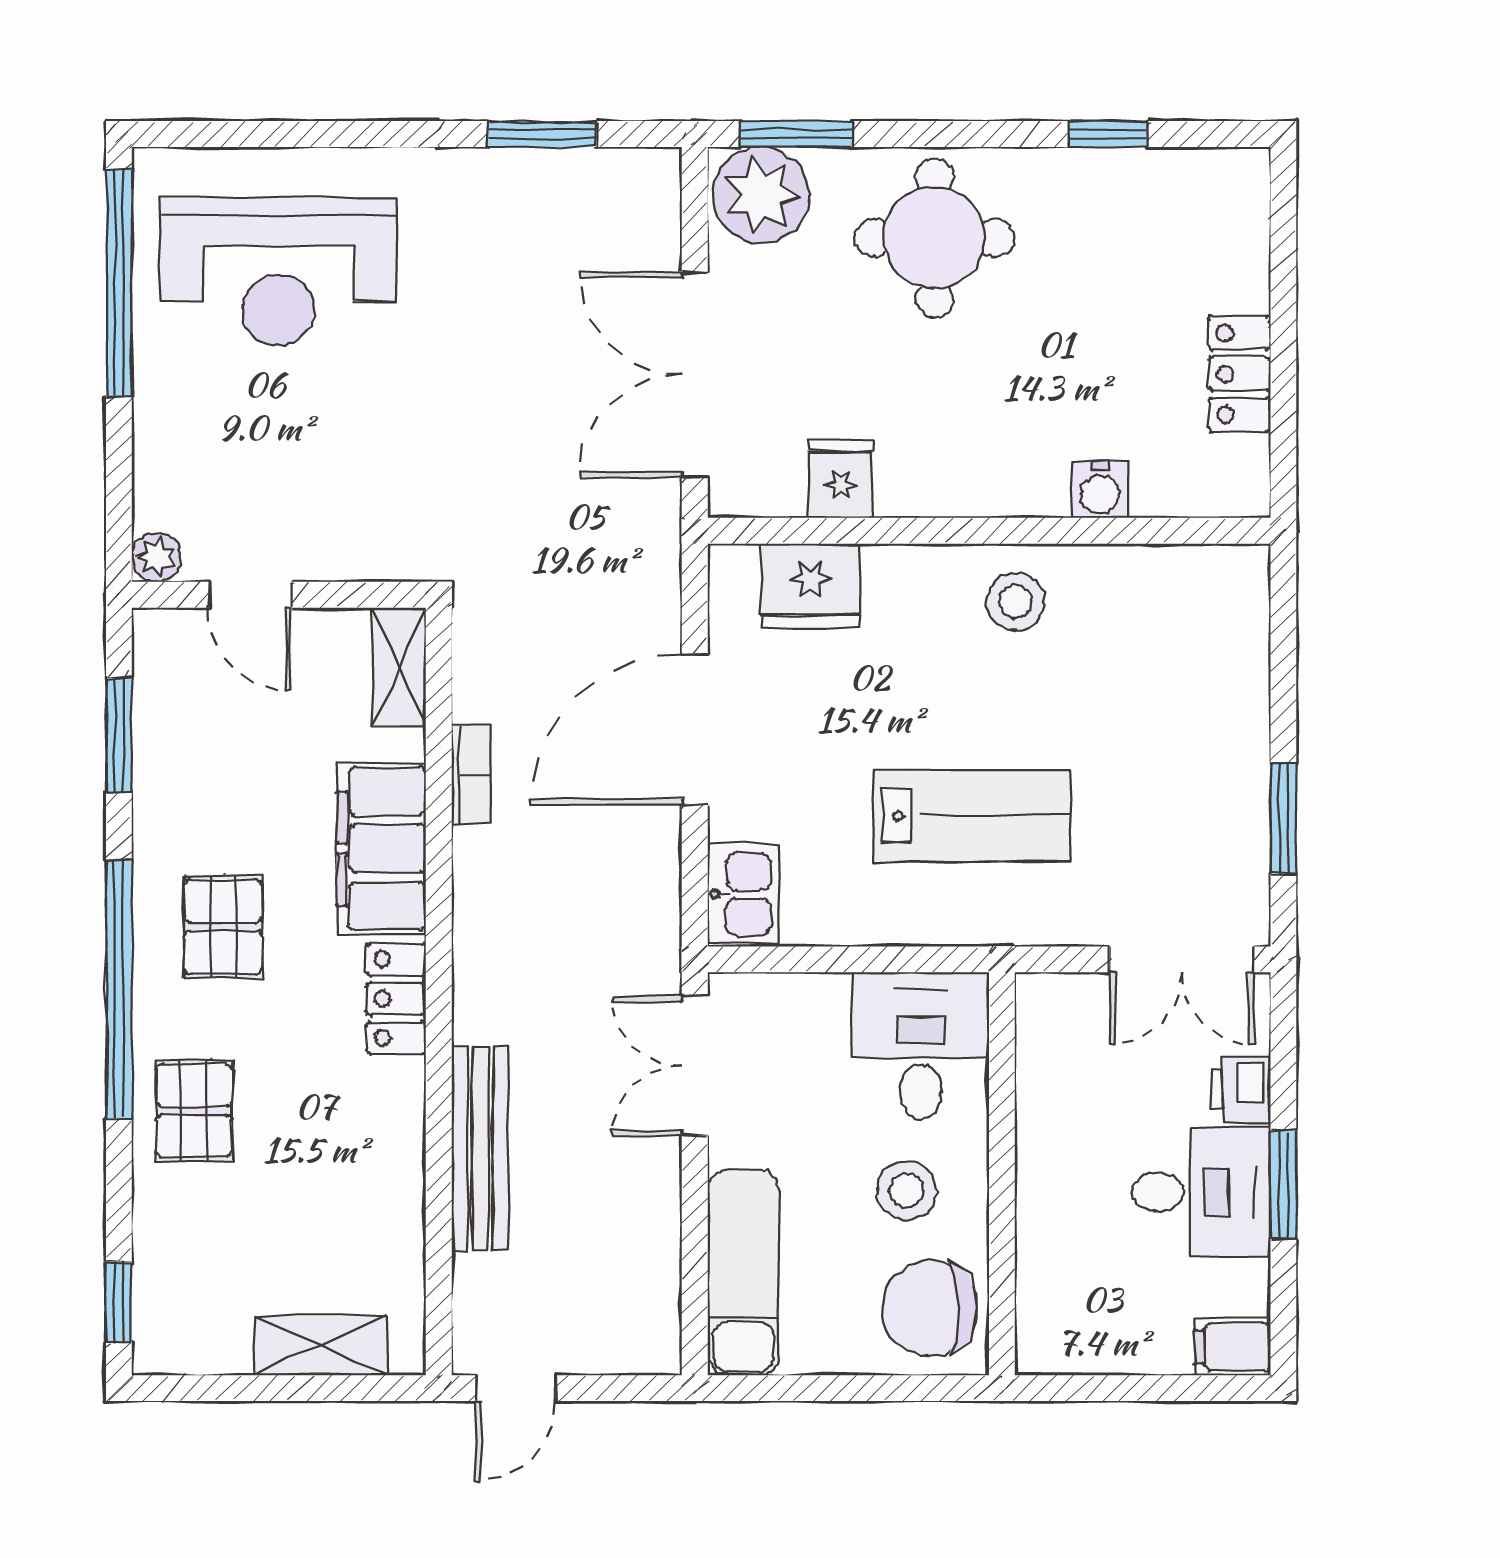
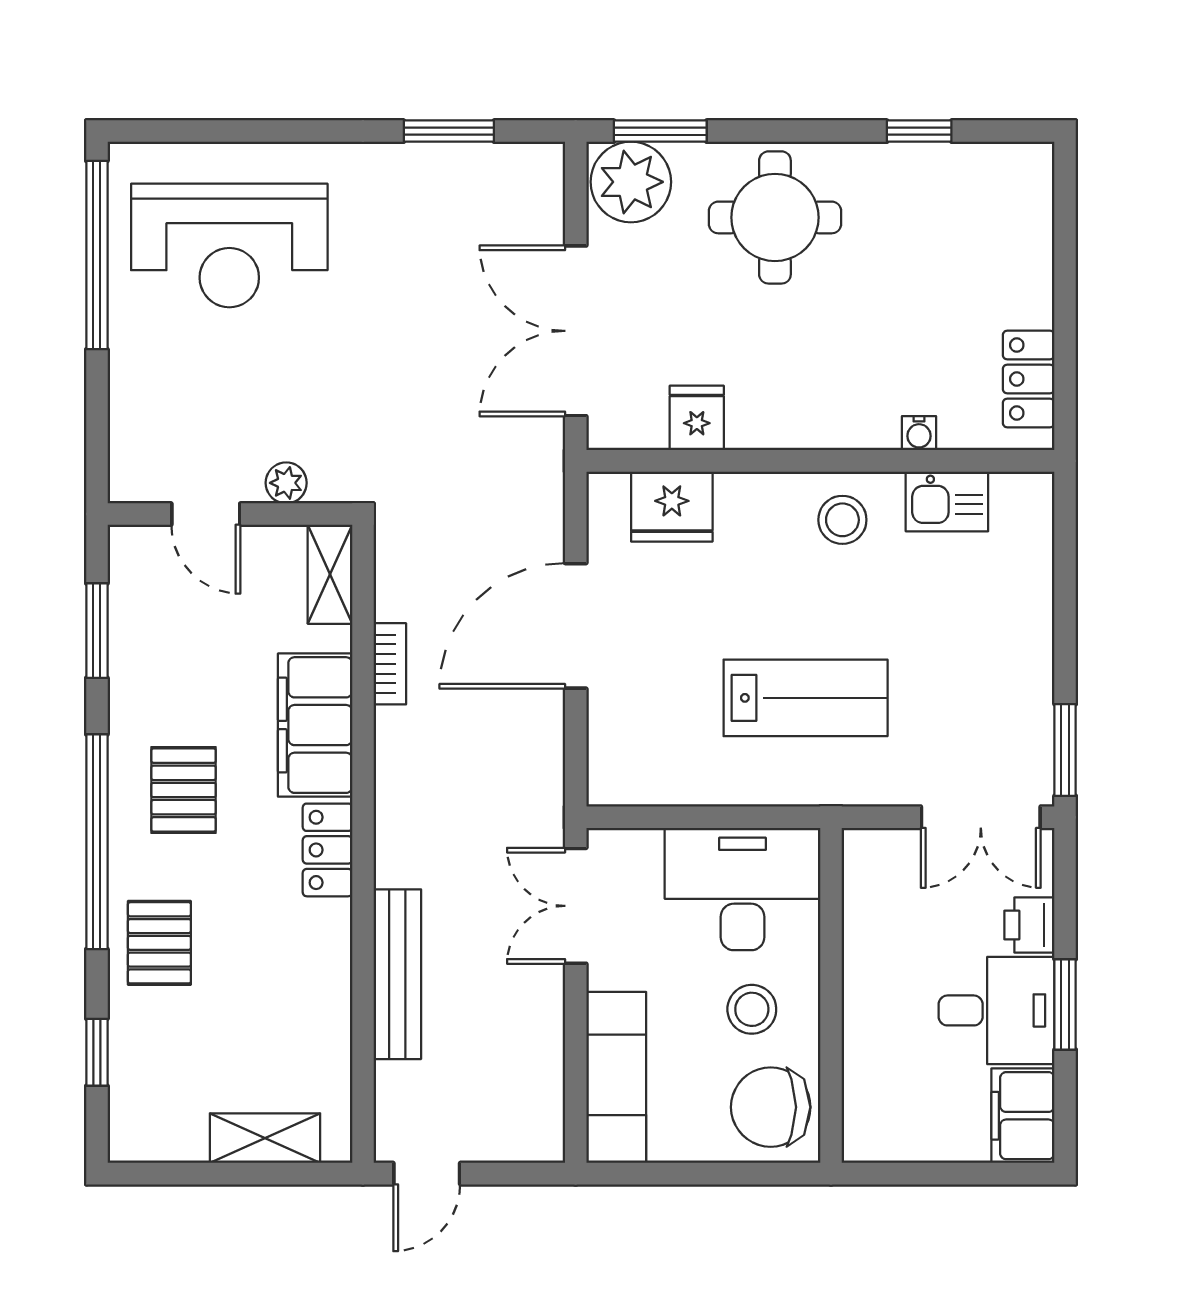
locker: (1240, 374) -> (1029, 379), moved
water cooler: (1100, 489) -> (919, 433), width x0.72, depth x0.72
plant: (156, 557) -> (286, 483), moved
window: (1283, 819) -> (1065, 750), moved
kitchen sink: (743, 894) -> (947, 501), moved, turned 90
desk: (921, 1046) -> (742, 889), width x1.37
window: (119, 1302) -> (97, 1052), moved
filing cabinet: (1233, 1347) -> (1023, 1116), width x2.00

